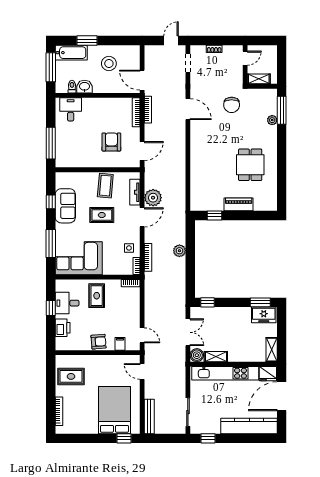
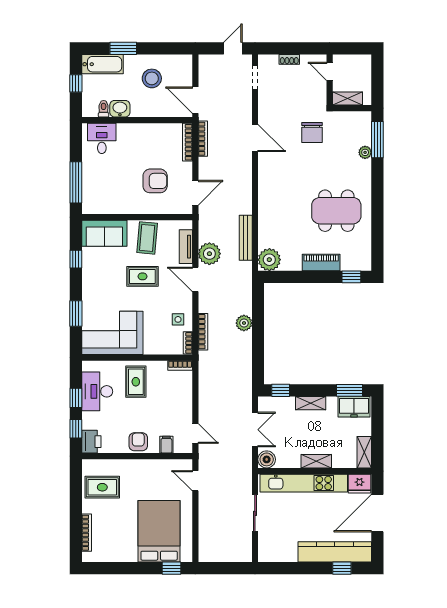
door: (245, 58) -> (330, 71), swing flipped
window: (51, 67) -> (76, 83), width x0.46
armchair: (111, 142) -> (155, 181), turned 90
dining table: (250, 165) -> (336, 211), width x1.37
plant: (199, 202) -> (269, 260), added
sofa: (65, 206) -> (104, 233), moved, turned 90
window: (214, 215) -> (351, 277), moved
door: (142, 217) -> (195, 279), swing flipped
window: (51, 243) -> (76, 314), width x0.69
desk: (67, 303) -> (97, 391), width x1.37
shelving: (231, 312) -> (311, 403), added
printer: (63, 328) -> (91, 442), moved
window: (51, 332) -> (76, 429), added
armchair: (99, 342) -> (138, 442), turned -85
shelving: (216, 357) -> (316, 461), moved
sliding door: (188, 412) -> (255, 513), moved
bench: (149, 417) -> (246, 238), moved
window: (208, 438) -> (342, 568), moved

